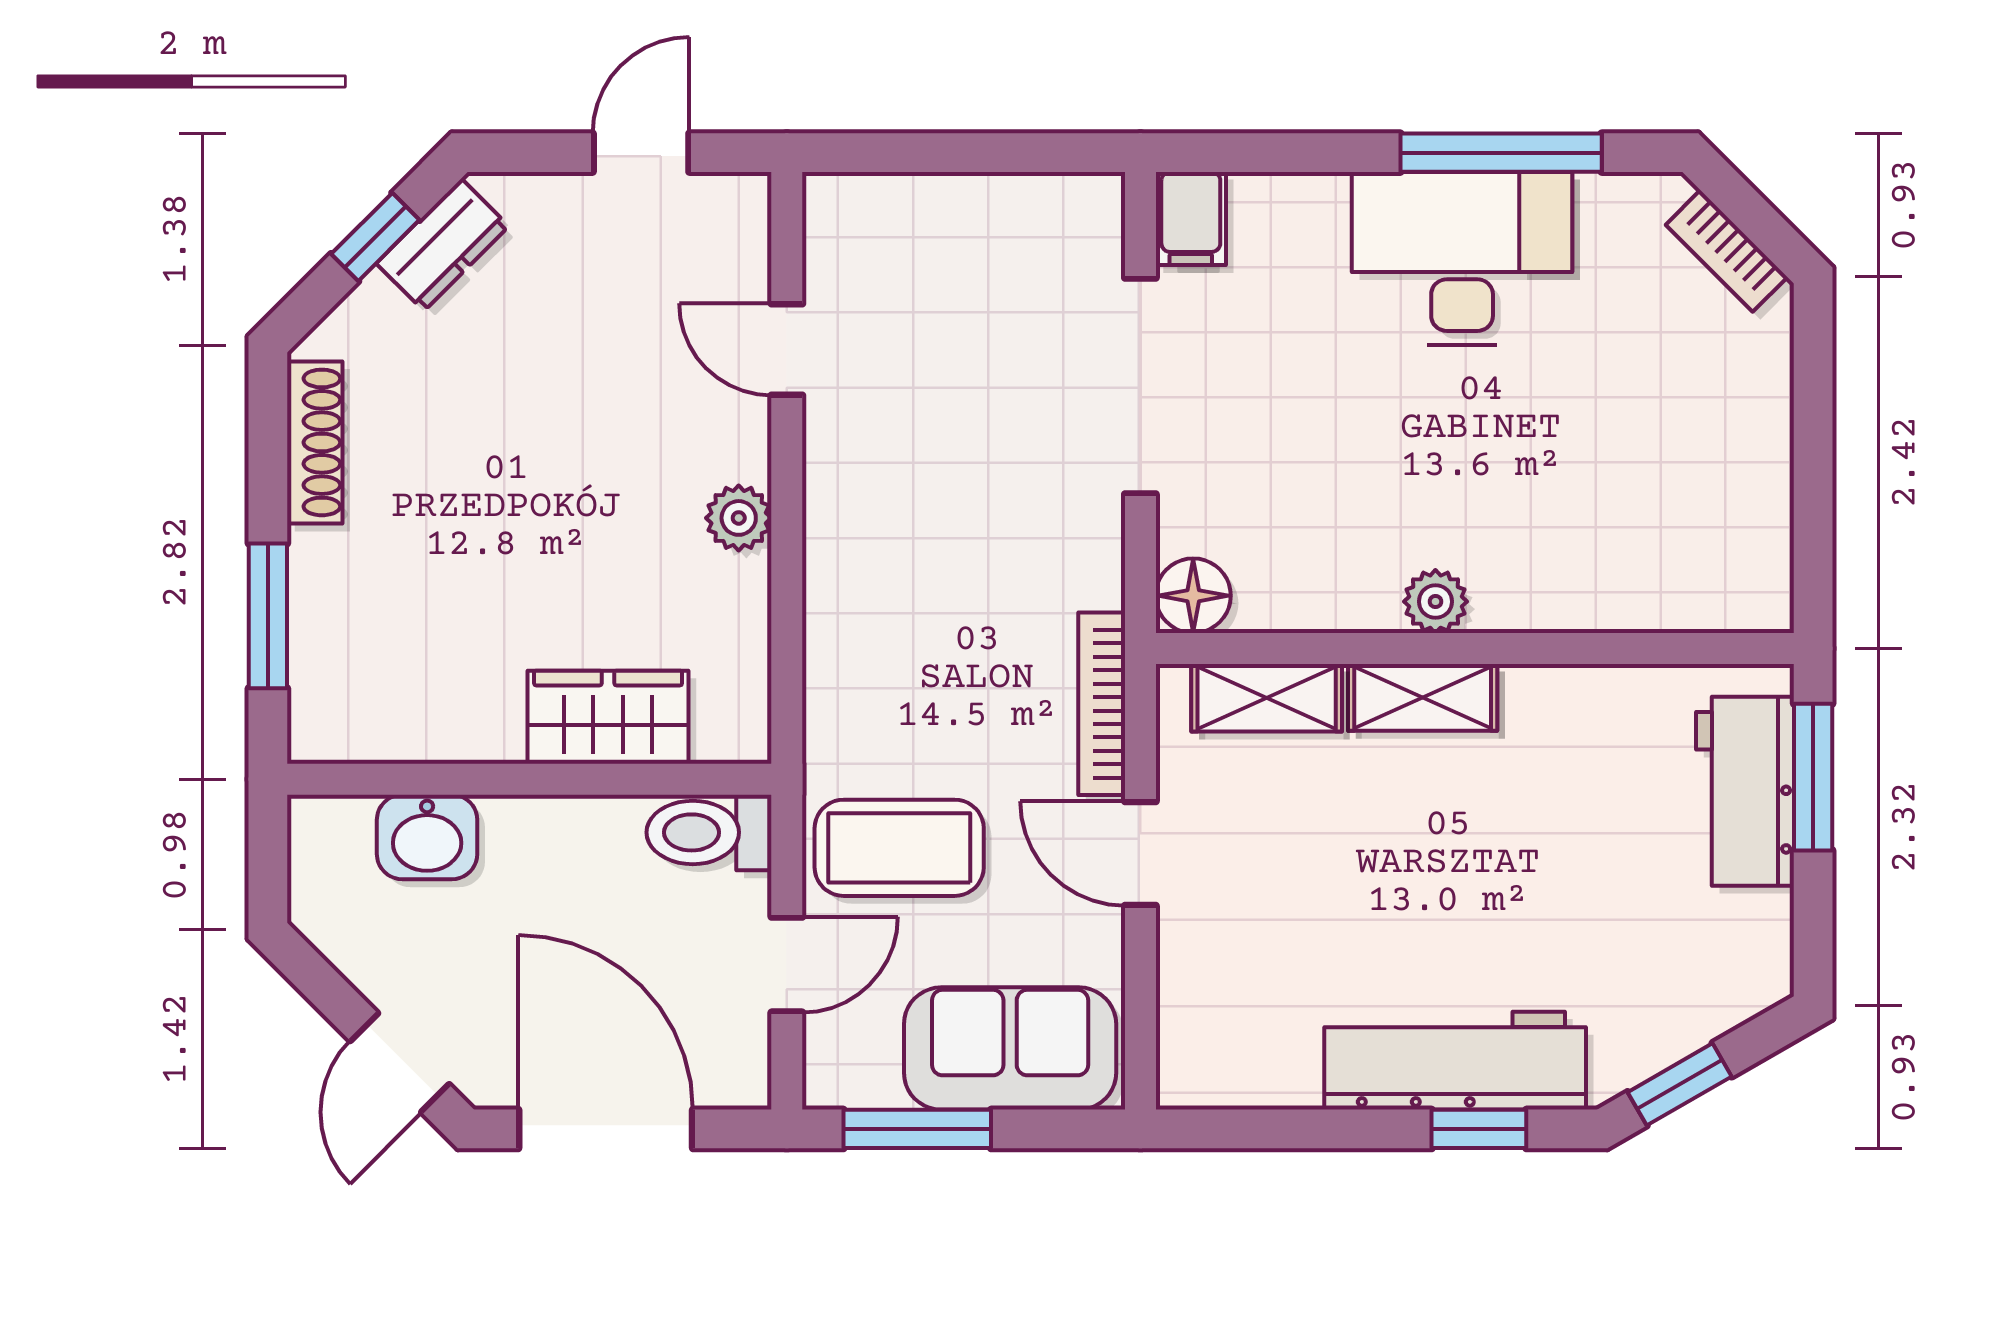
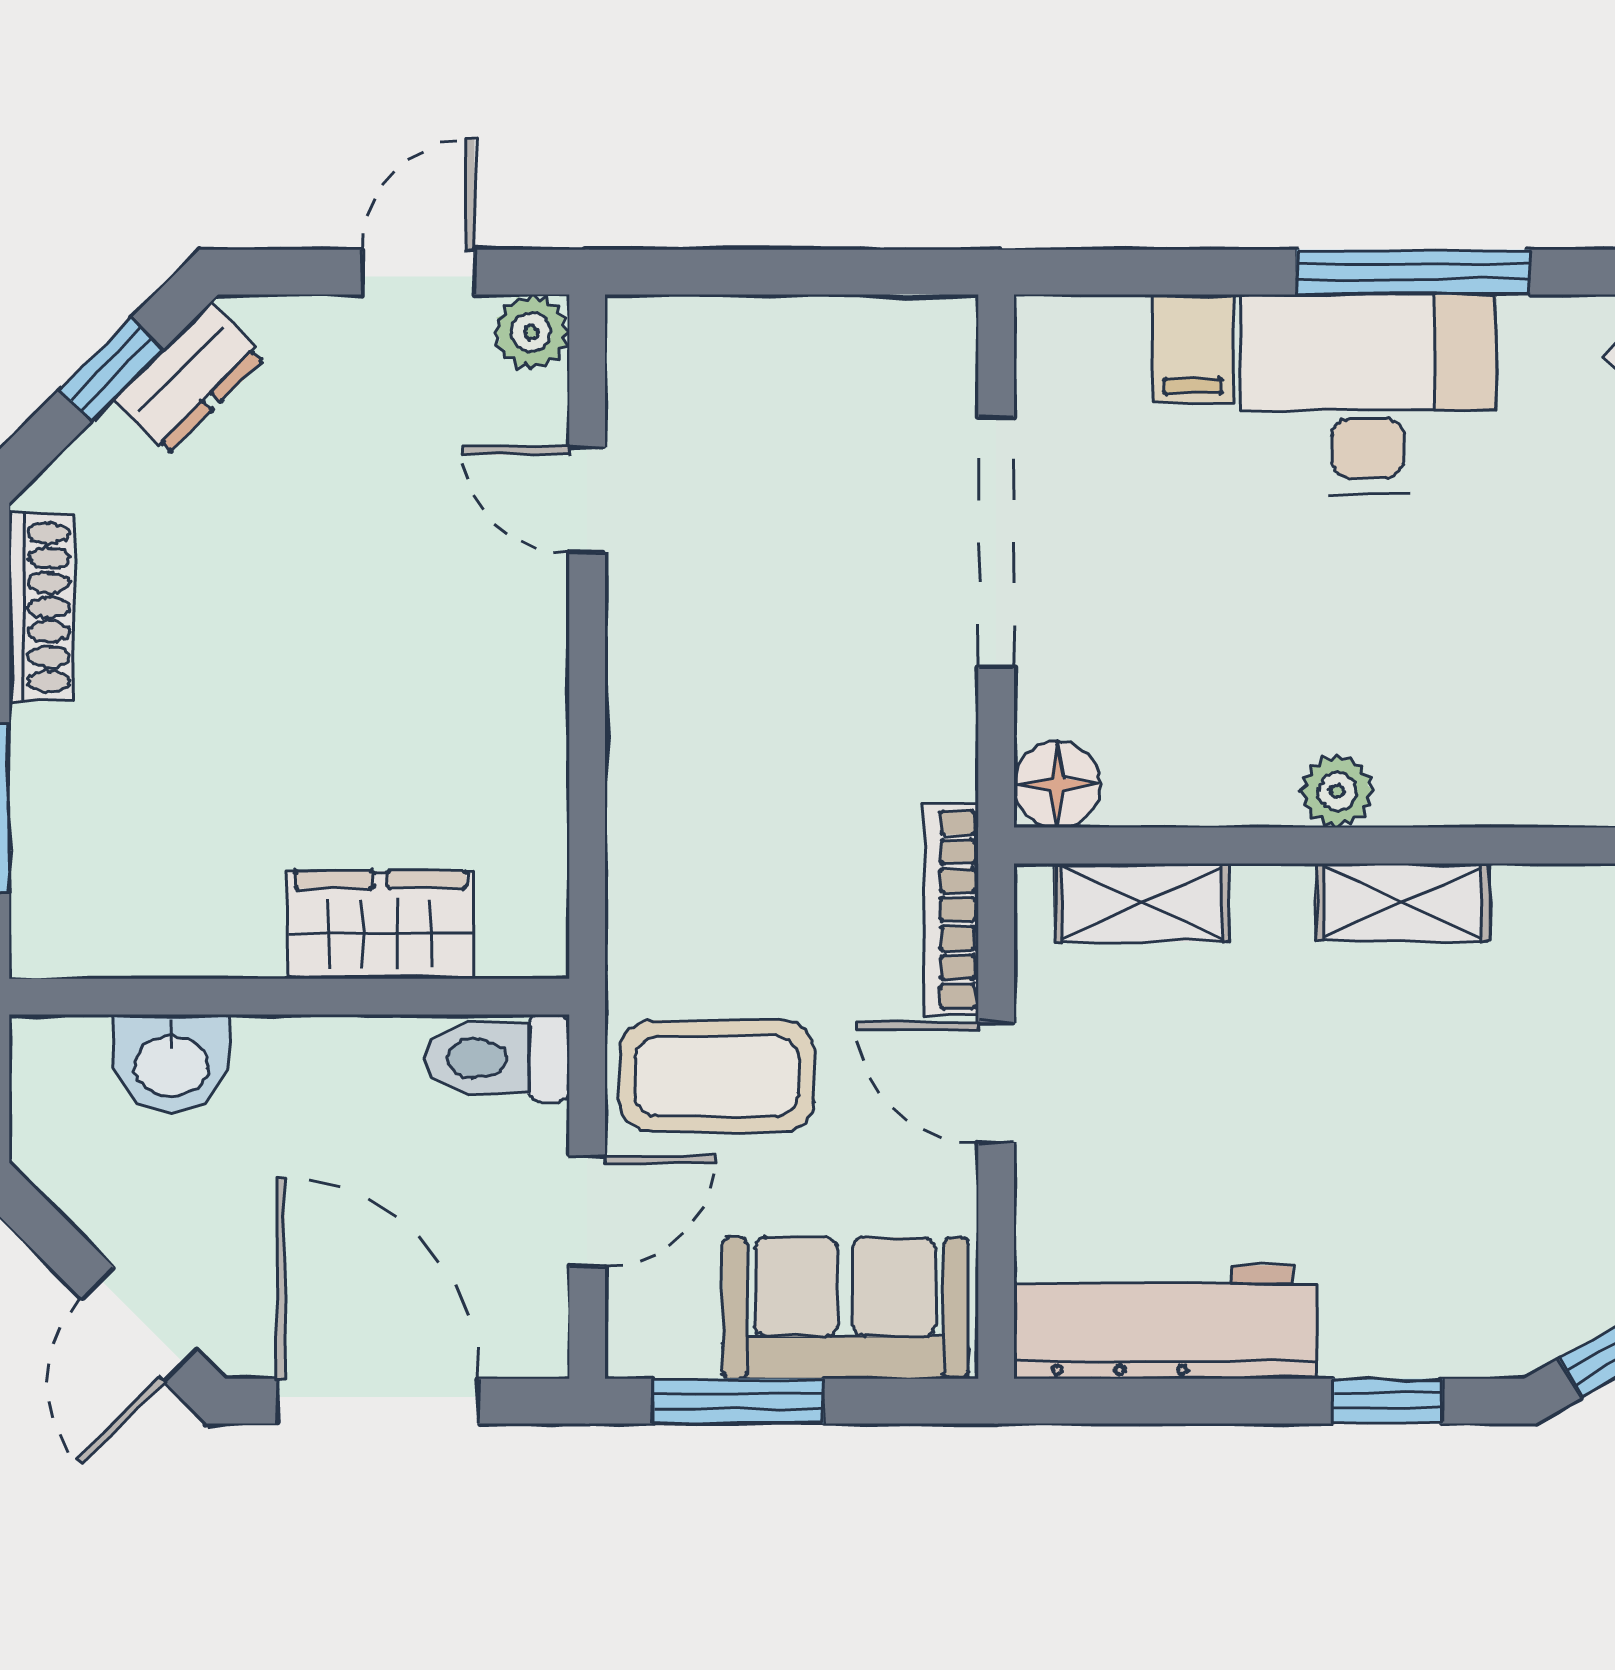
filing cabinet: (1191, 218) -> (1193, 348), moved
plant: (739, 518) -> (531, 332), moved
shelving: (1423, 697) -> (1402, 902), moved
workbench: (1455, 1061) -> (1165, 1322), moved

